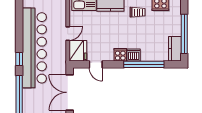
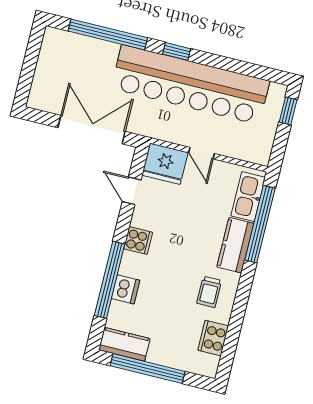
dishwasher: (134, 55) -> (125, 289), moved
door: (96, 64) -> (132, 191), hinge flipped

